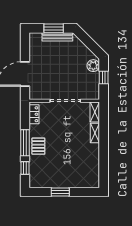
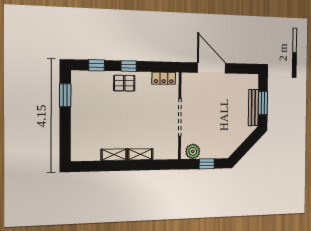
plant: (93, 66) -> (193, 151), moved
shelving: (95, 112) -> (114, 155), moved
window: (25, 143) -> (129, 66), width x0.46
window: (60, 192) -> (65, 95), moved

